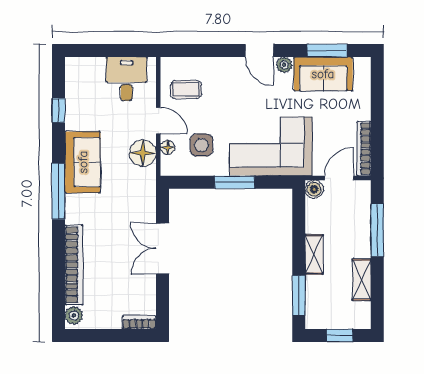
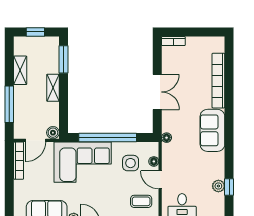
floor lamp: (143, 153) -> (167, 138), moved, width x0.53, depth x0.53
sofa: (83, 162) -> (212, 130), moved
window: (235, 182) -> (108, 137), width x2.11
window: (58, 191) -> (229, 131), removed
plant: (74, 315) -> (218, 186), moved

